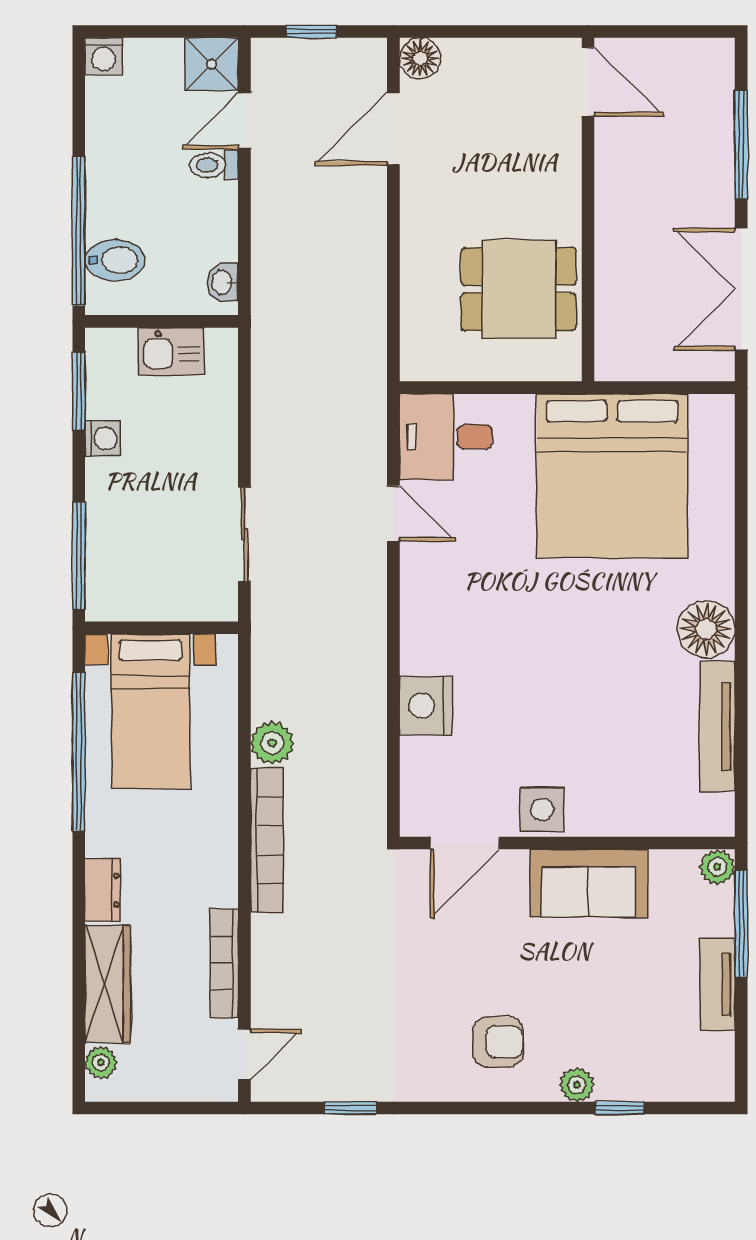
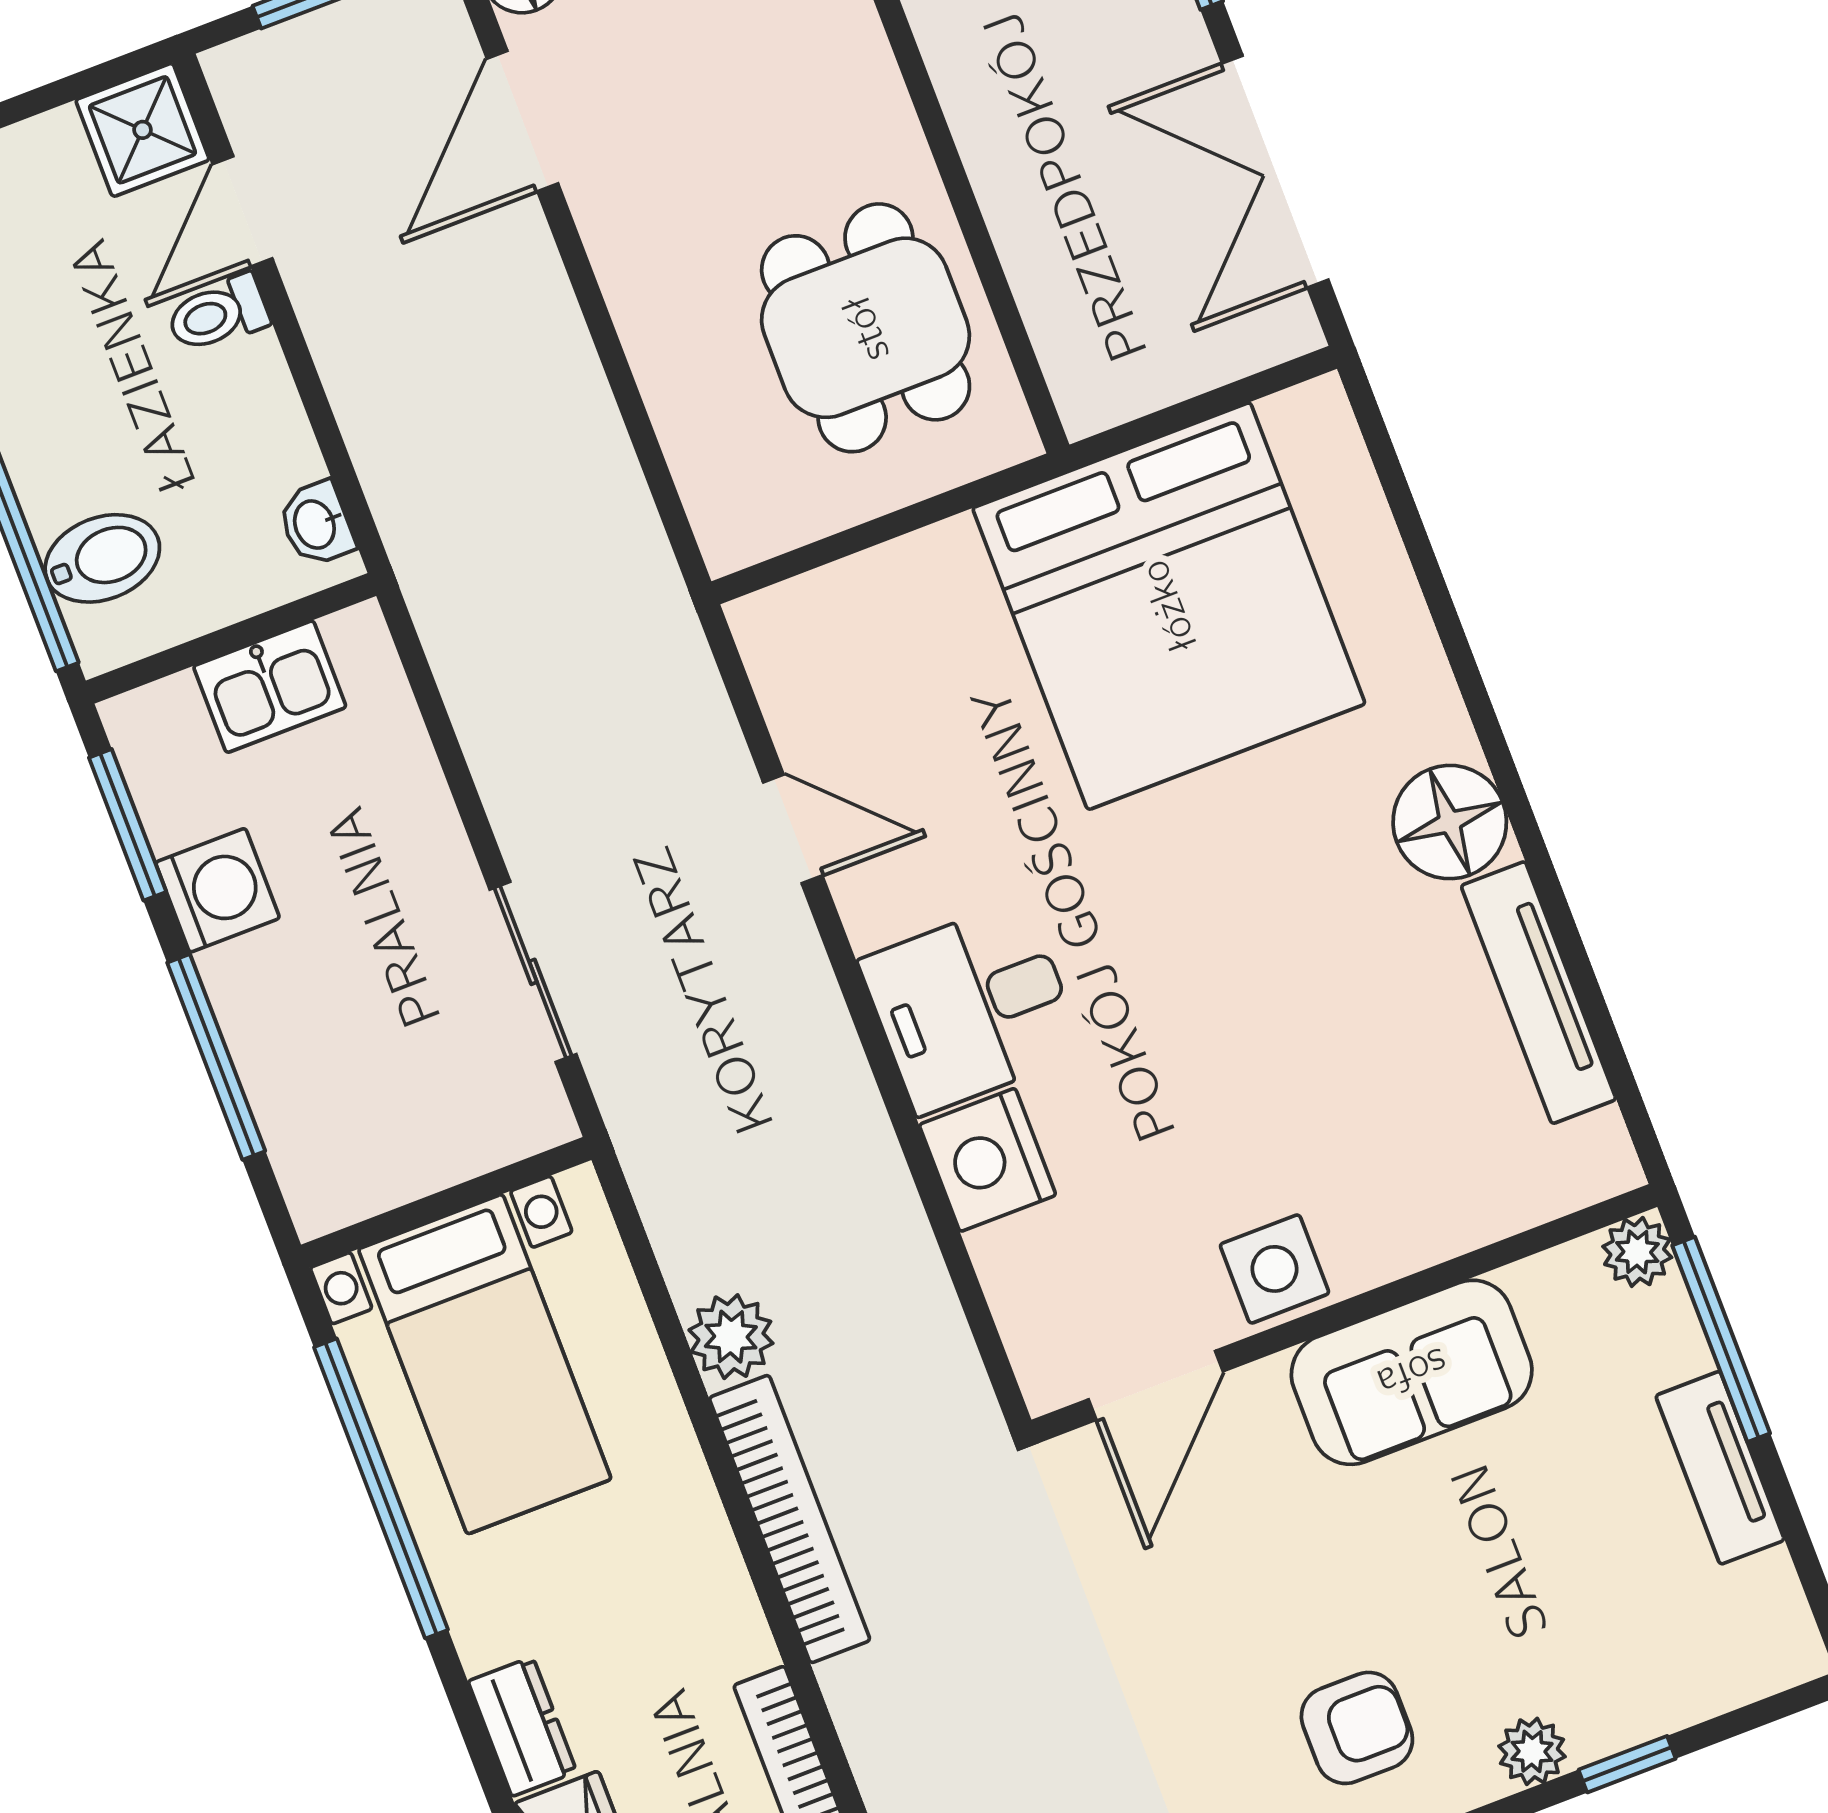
dining table: (519, 289) -> (866, 328), turned 90
desk: (446, 437) -> (972, 1007), moved
washing machine: (103, 438) -> (218, 890), width x1.38, depth x1.38
window: (79, 556) -> (216, 1057), moved

